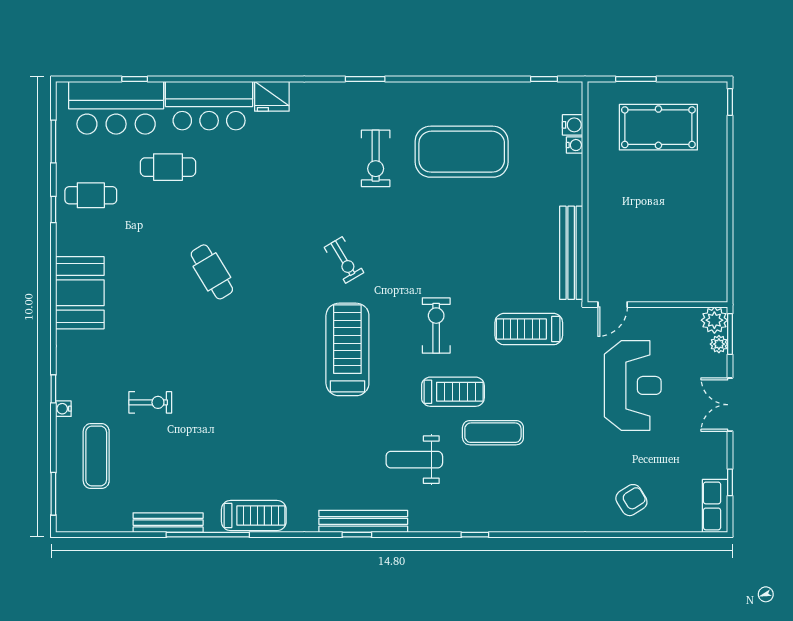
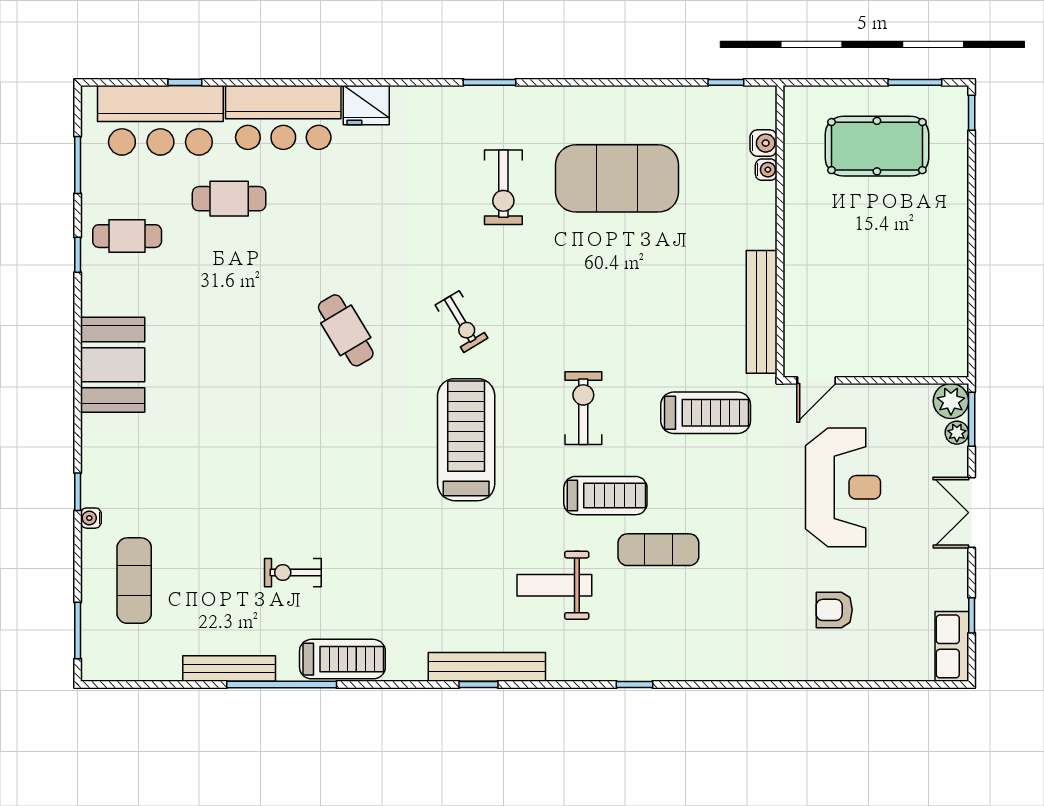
window: (636, 79) -> (915, 82), moved
cafe table: (212, 272) -> (346, 330), moved
treadmill: (529, 329) -> (706, 413), turned 180
exercise bike: (150, 402) -> (293, 573), moved, turned 180
armchair: (631, 500) -> (834, 610), moved, turned -148

